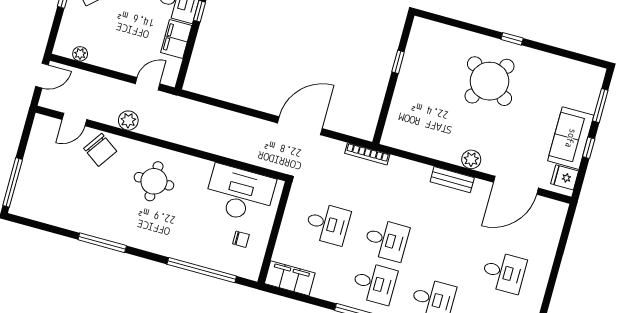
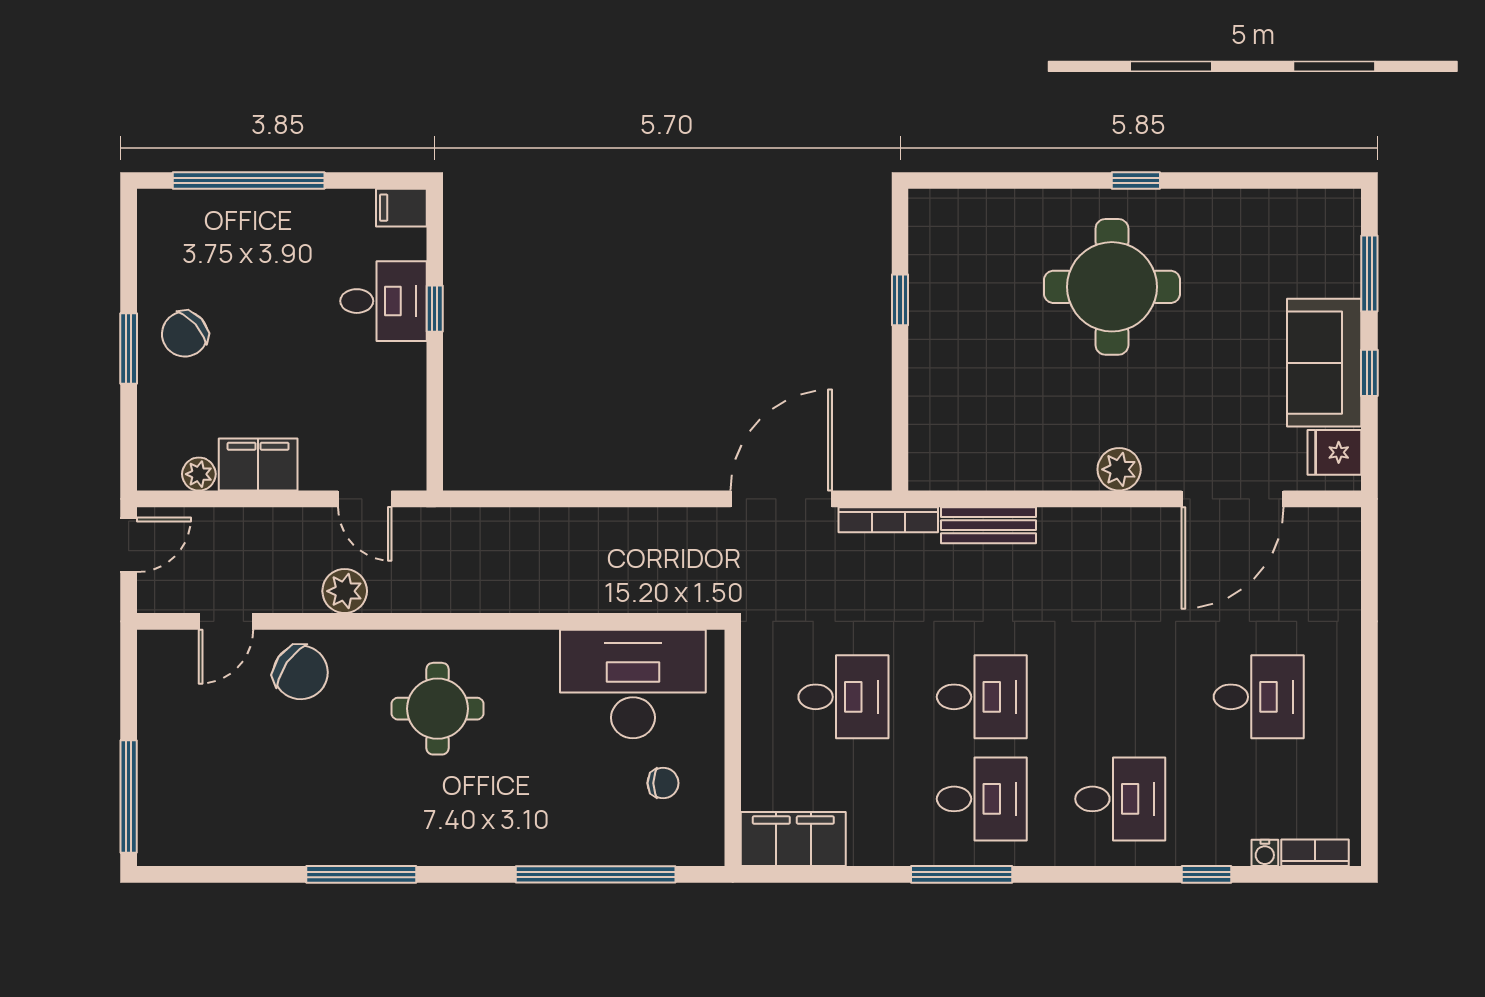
filing cabinet: (176, 39) -> (258, 465), moved, turned 90
round table: (489, 81) -> (1112, 287), turned -34
door: (148, 84) -> (365, 499), swing flipped
door: (300, 126) -> (781, 499), moved
bench: (452, 180) -> (988, 525), moved

